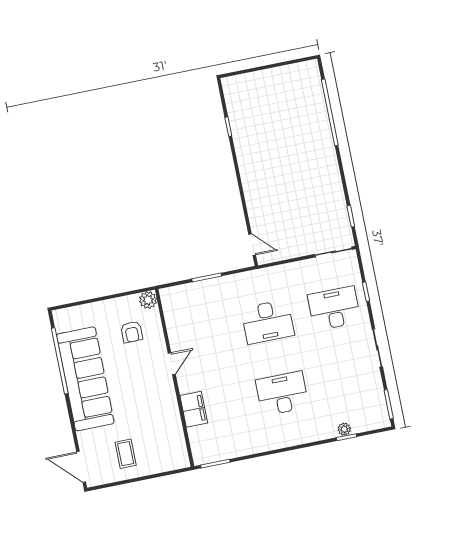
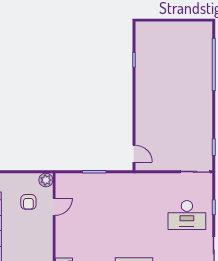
desk: (334, 308) -> (187, 215), turned 180
desk: (268, 322) -> (134, 215), removed
door: (172, 364) -> (54, 207), moved

